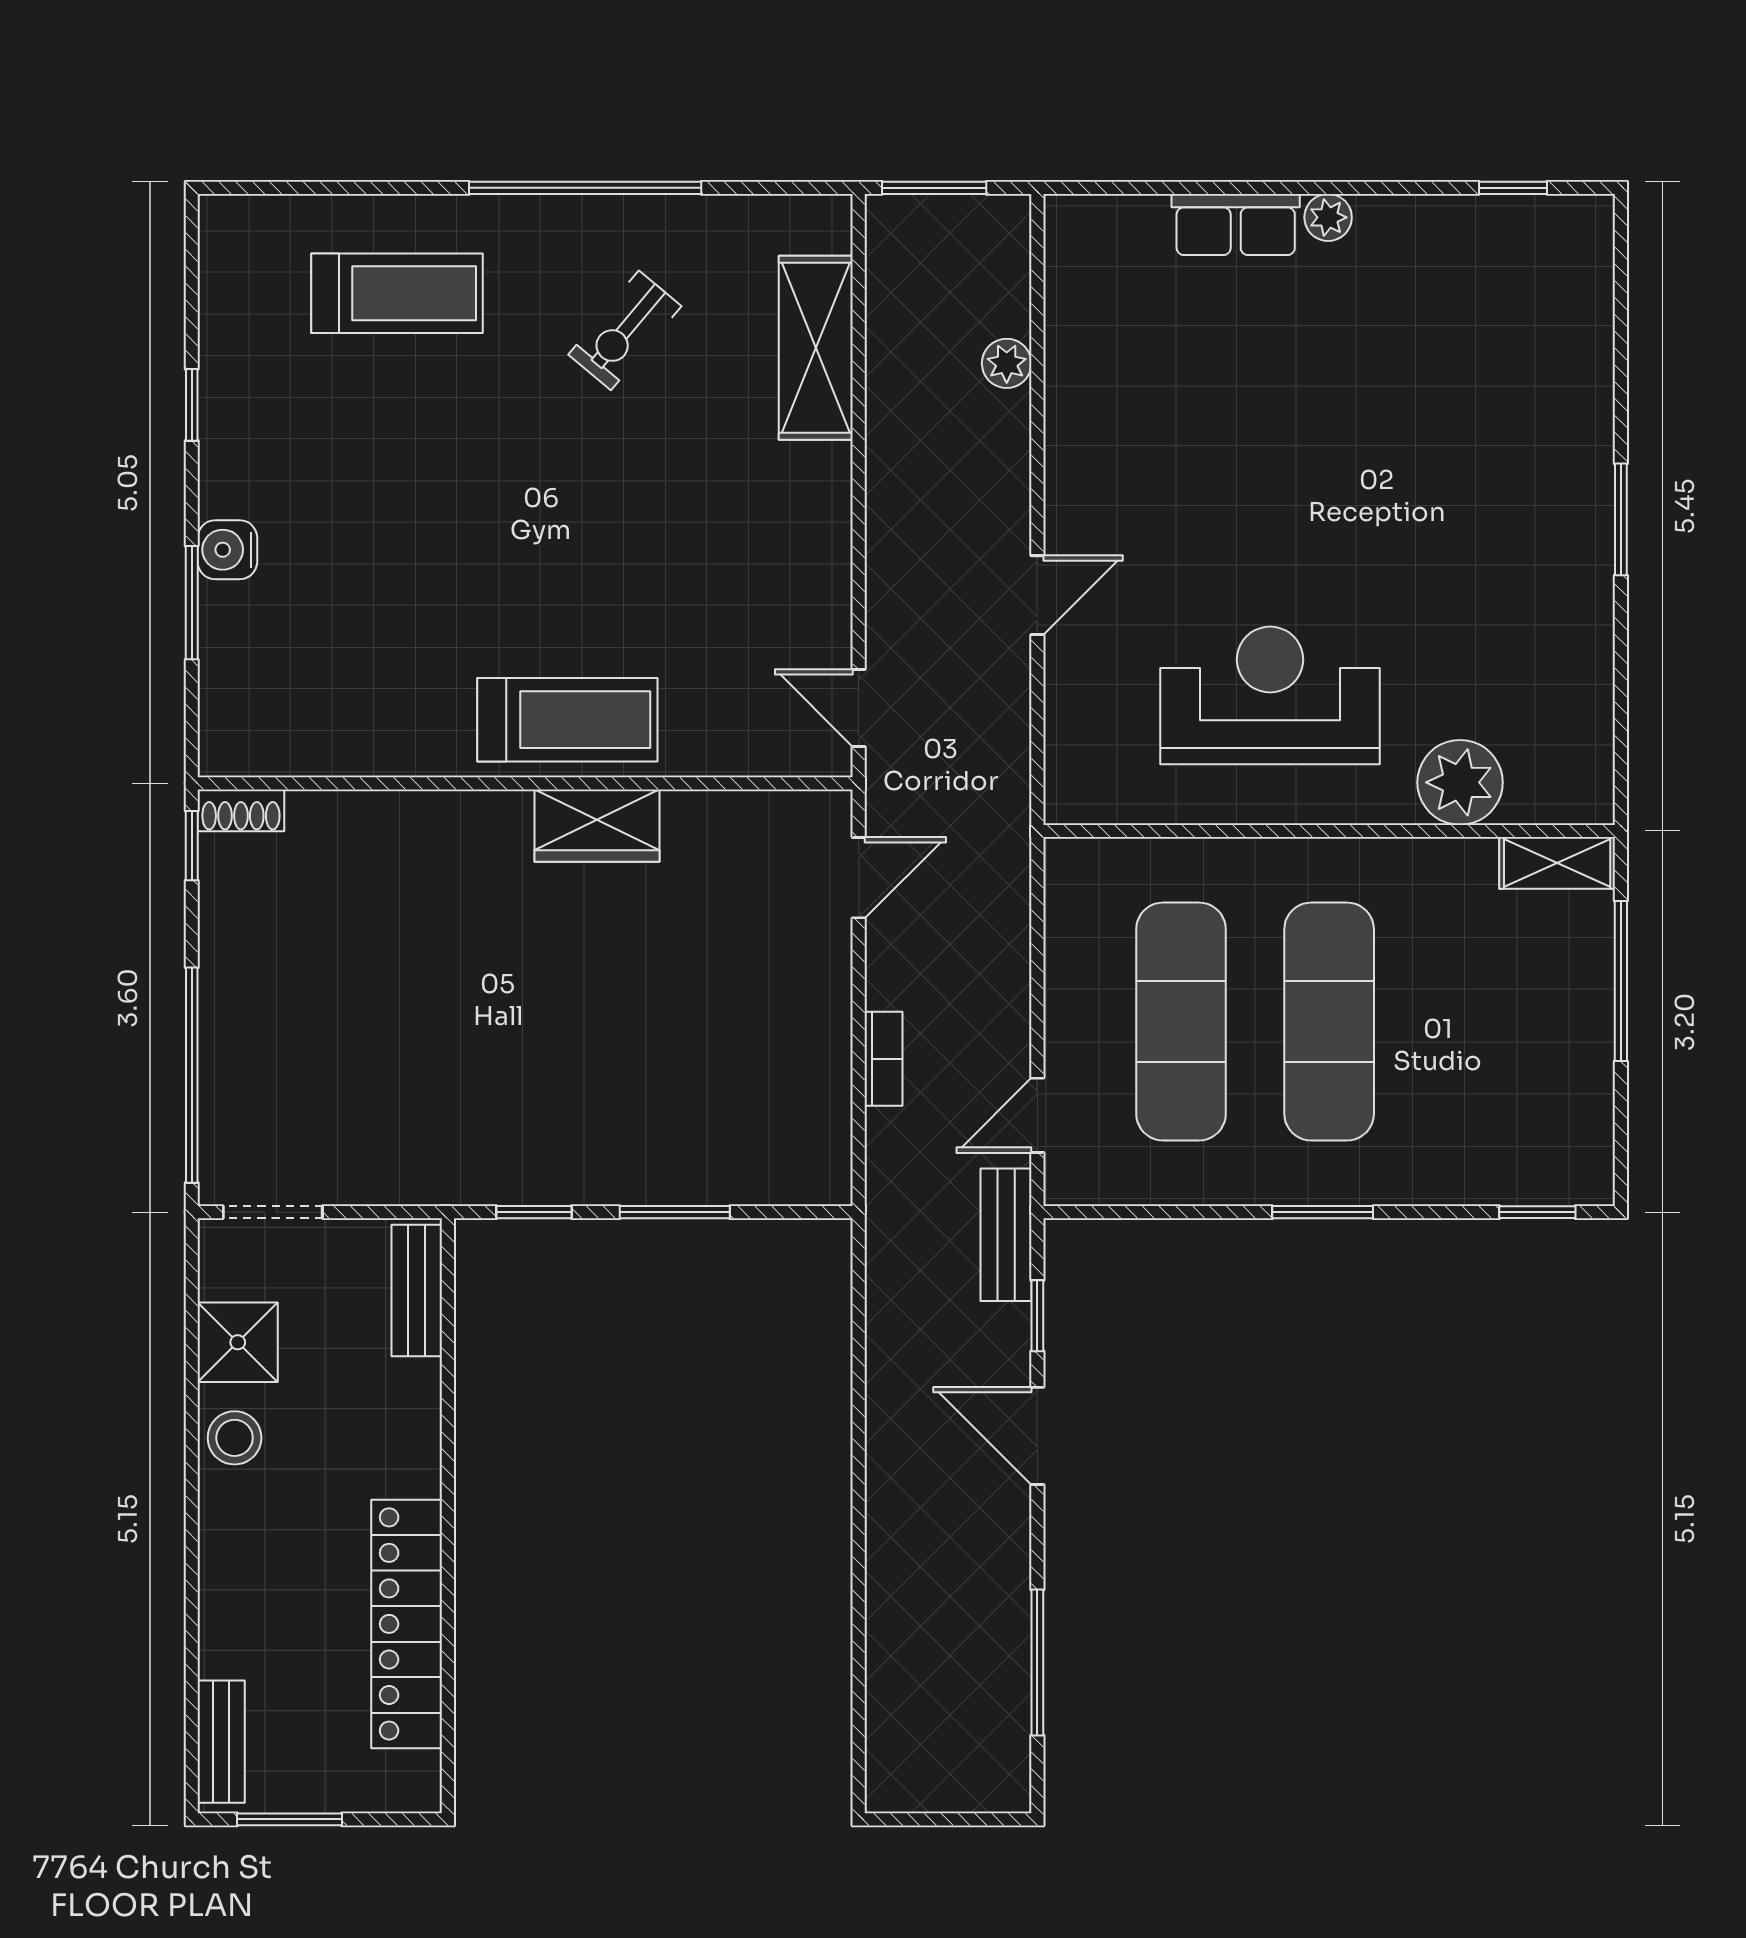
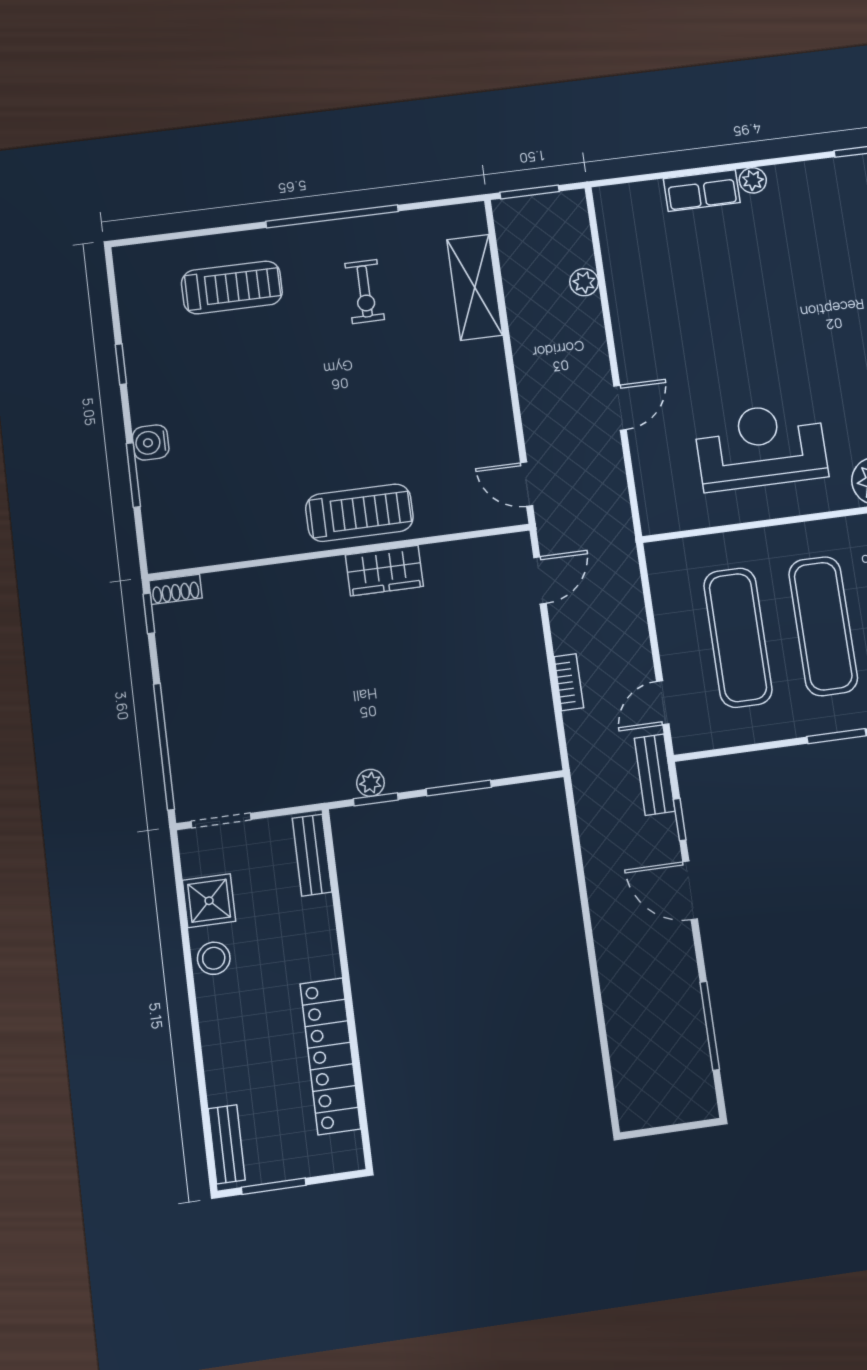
exercise bike: (625, 330) -> (365, 291), turned -40
plant: (529, 1183) -> (370, 783), added

